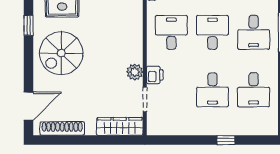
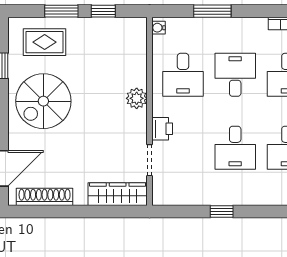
desk: (171, 32) -> (183, 75), turned 180
plant: (135, 72) -> (137, 98), moved
window: (226, 140) -> (222, 211), moved

